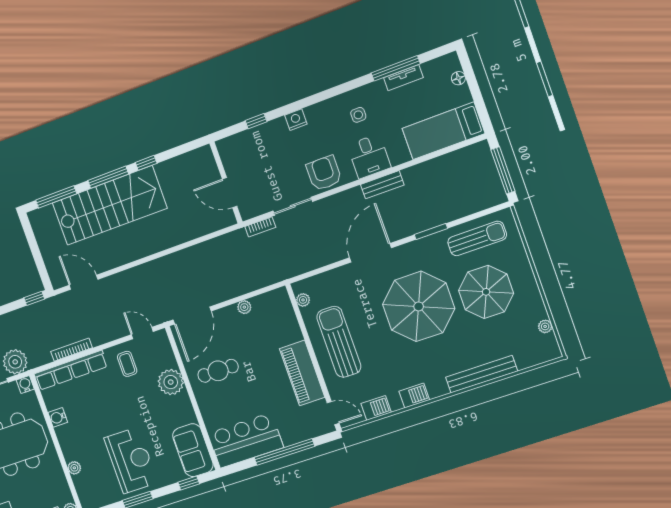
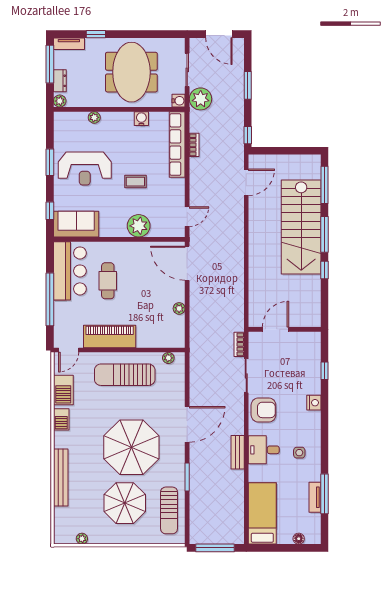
door: (370, 253) -> (187, 424), hinge flipped
sun lounger: (339, 342) -> (125, 375), turned 180
bookcase: (71, 350) -> (194, 145), width x0.64
coffee table: (127, 364) -> (135, 182), moved
cafe table: (218, 371) -> (108, 281), moved
barbecue: (376, 408) -> (63, 390), width x1.38, depth x1.27

